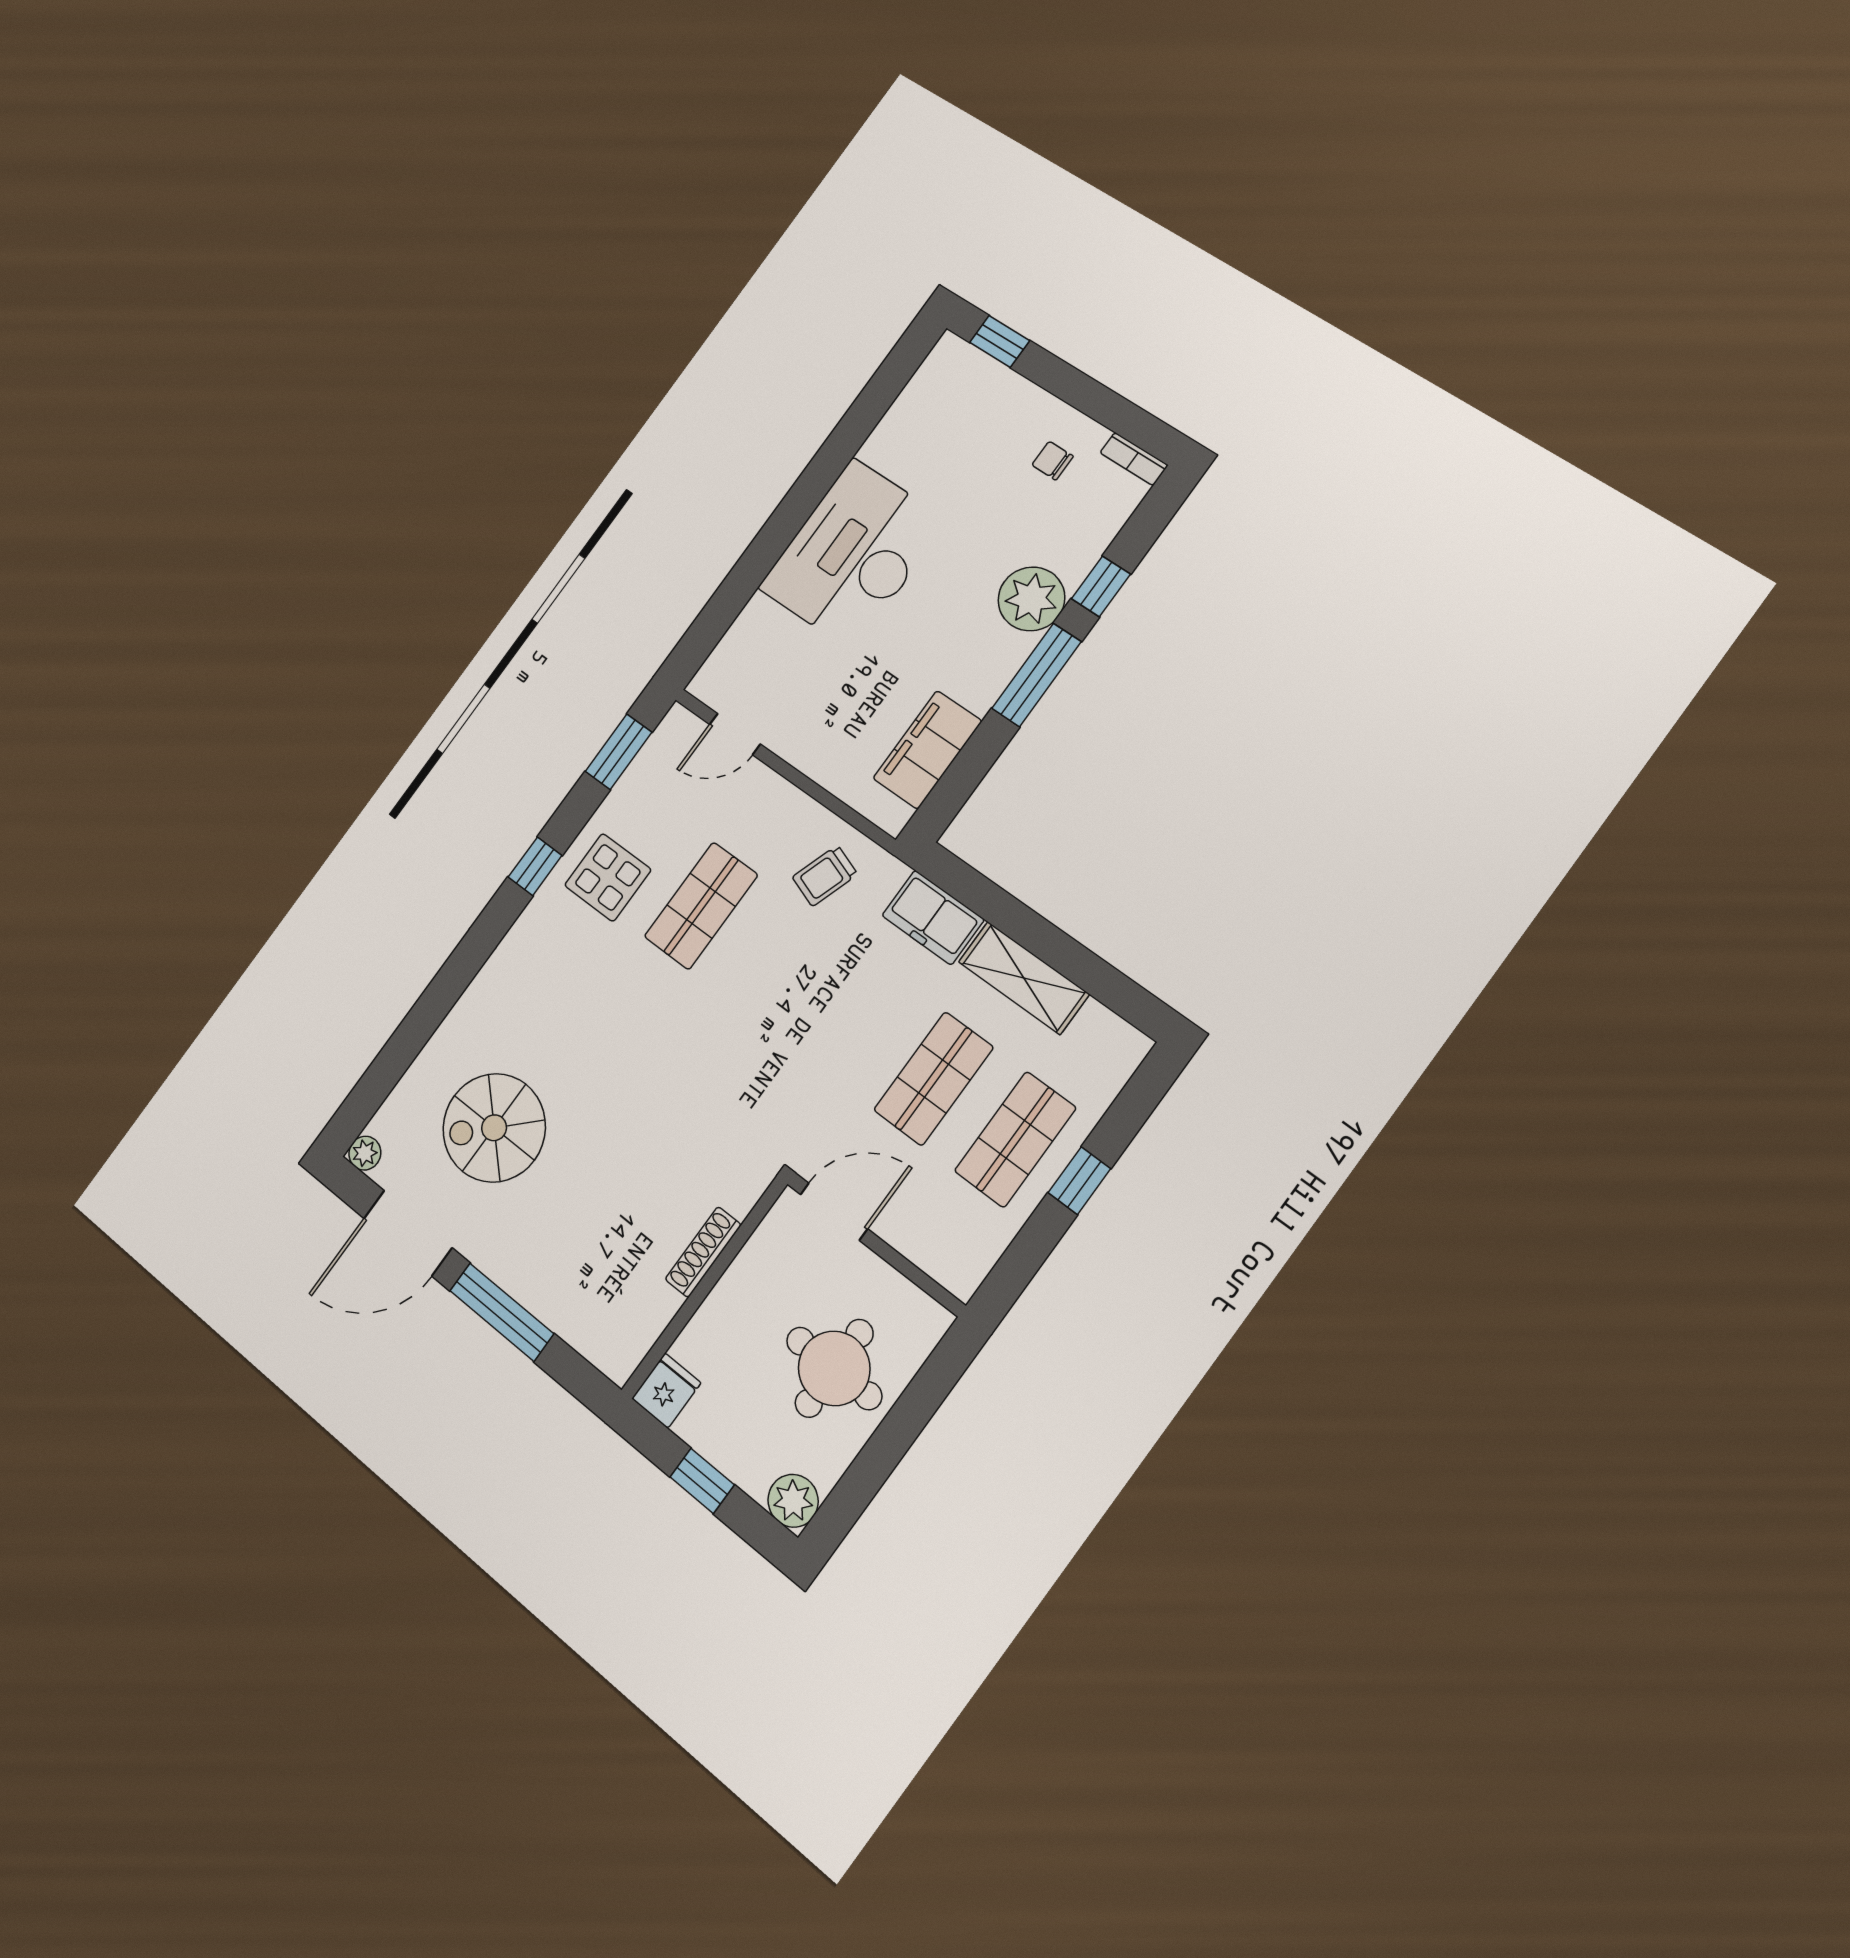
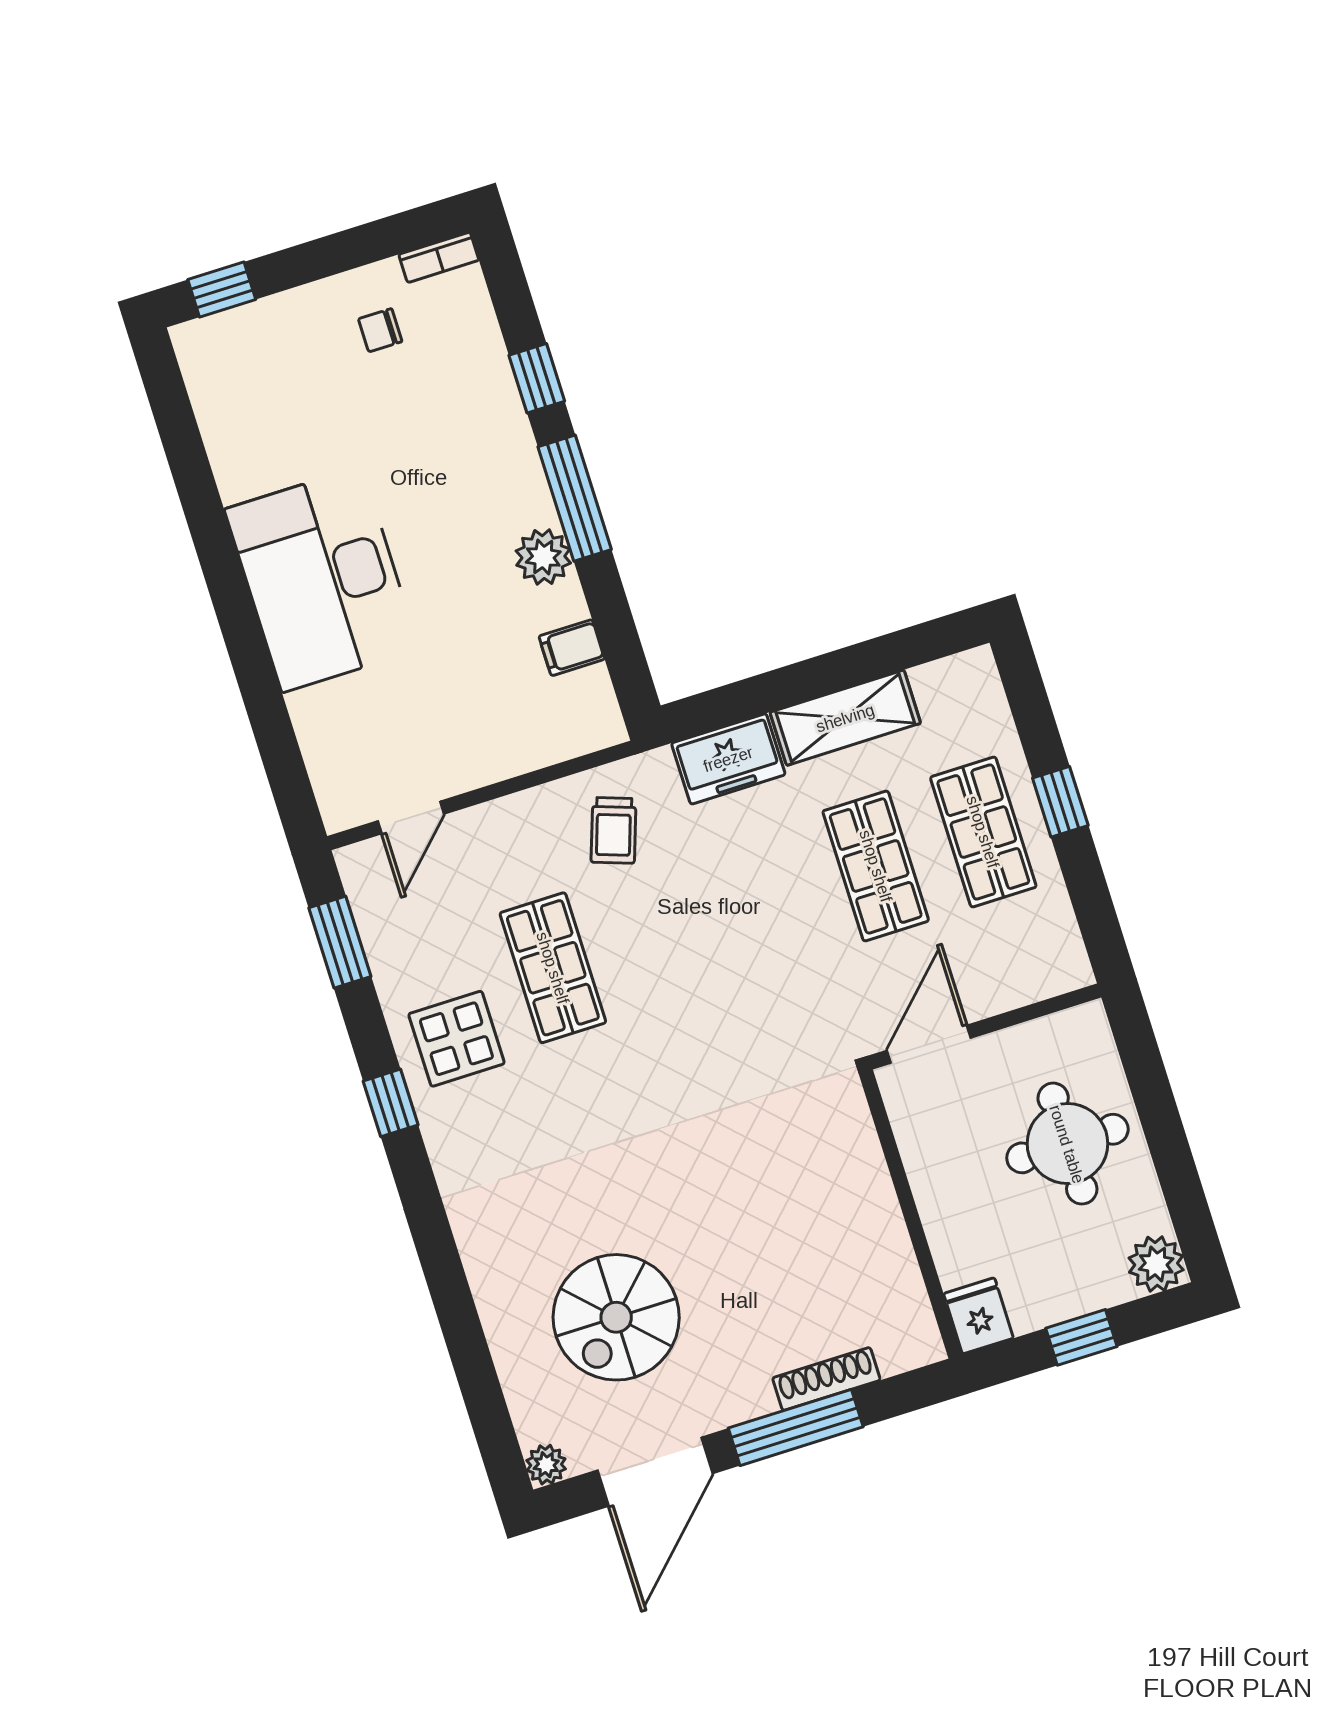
plant: (1031, 599) -> (543, 557), moved, width x0.73, depth x0.73
filing cabinet: (927, 750) -> (572, 648), width x0.33, depth x0.86
shoe rack: (703, 1252) -> (826, 1379), moved, turned 90

